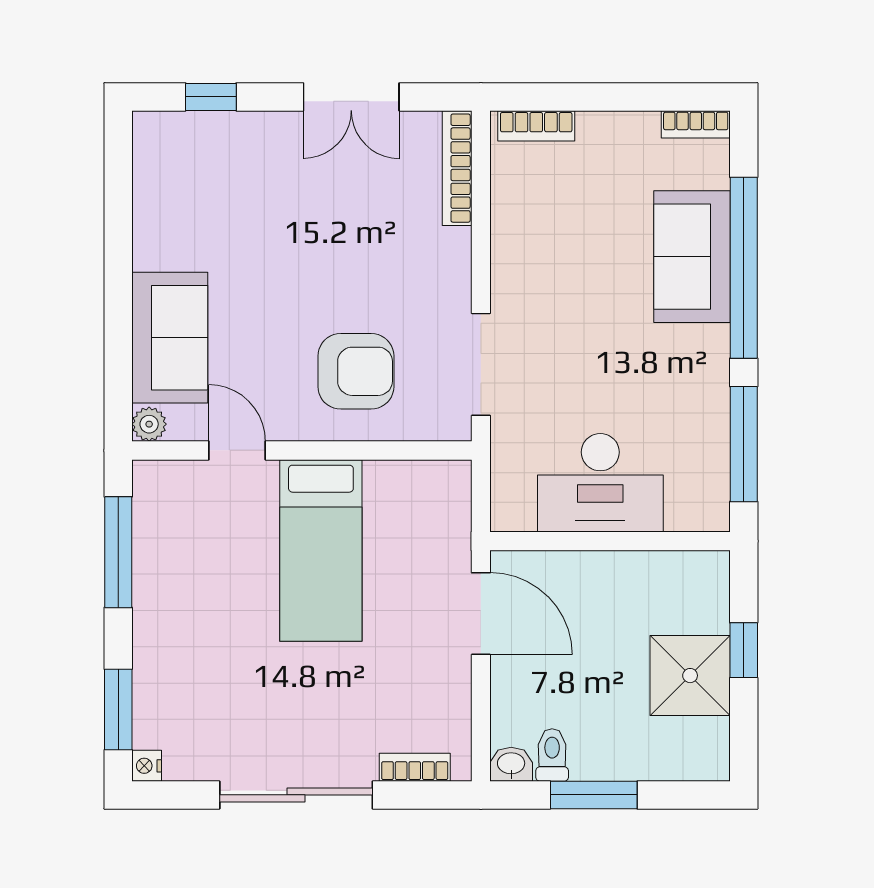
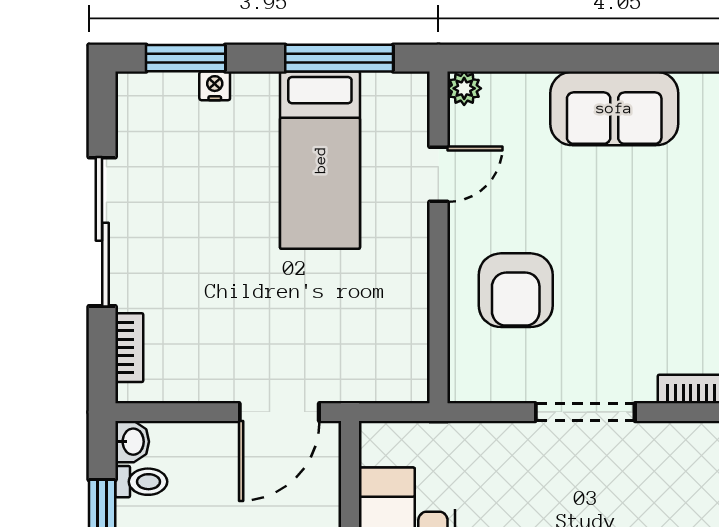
sofa: (170, 338) -> (614, 108), moved
doorway: (481, 364) -> (585, 412), moved
bed: (321, 550) -> (320, 160), moved, turned -90
nightstand: (147, 766) -> (215, 86), moved

